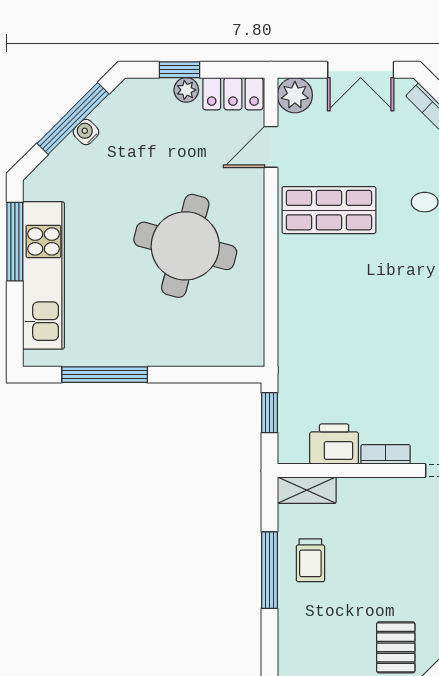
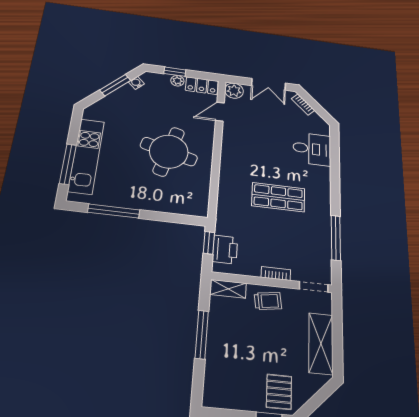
window: (73, 119) -> (115, 85), width x0.69
water cooler: (86, 132) -> (136, 83), moved
shop shelf: (329, 210) -> (278, 197), moved
window: (15, 242) -> (68, 164), moved
printer: (334, 444) -> (225, 250), moved, turned 90
trolley: (310, 560) -> (268, 301), moved, turned -98

